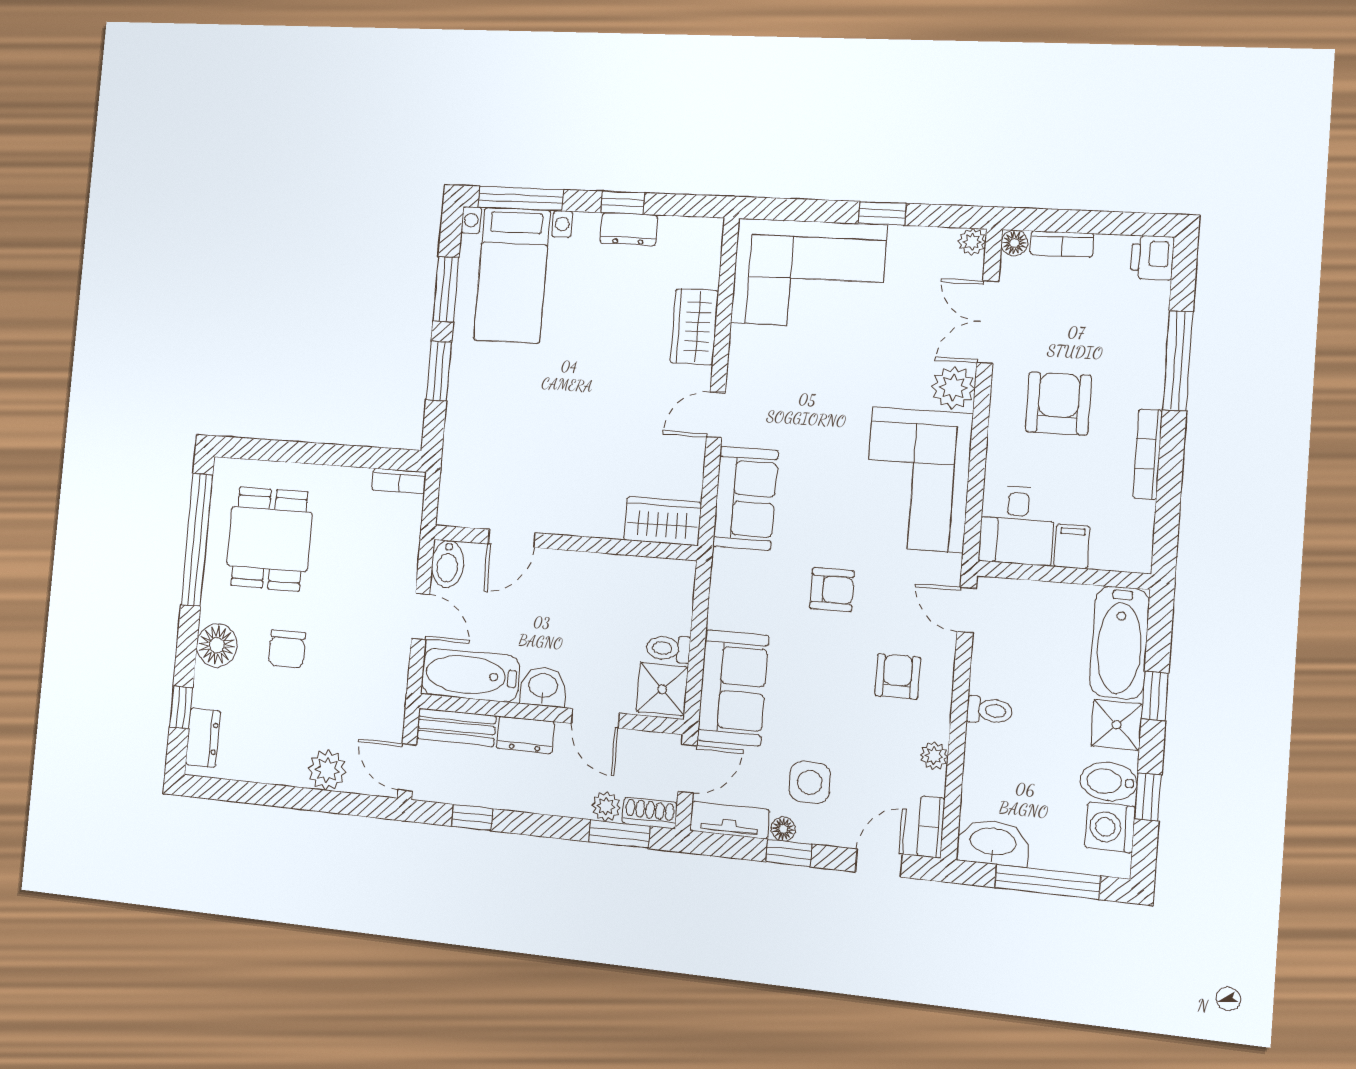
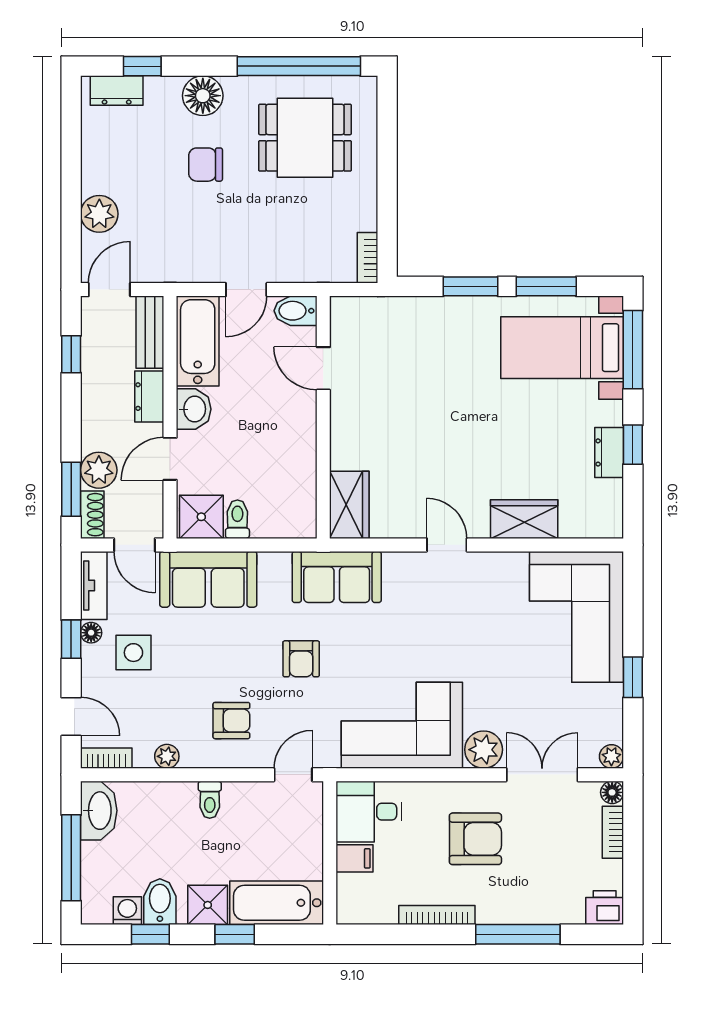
sofa: (745, 498) -> (337, 577), moved
plant: (606, 806) -> (99, 470), width x1.38, depth x1.38
washing machine: (1110, 827) -> (127, 911), width x0.73, depth x0.73

